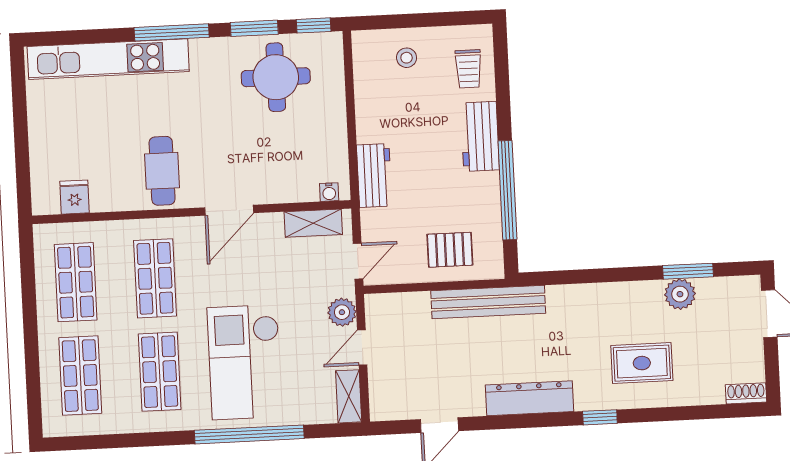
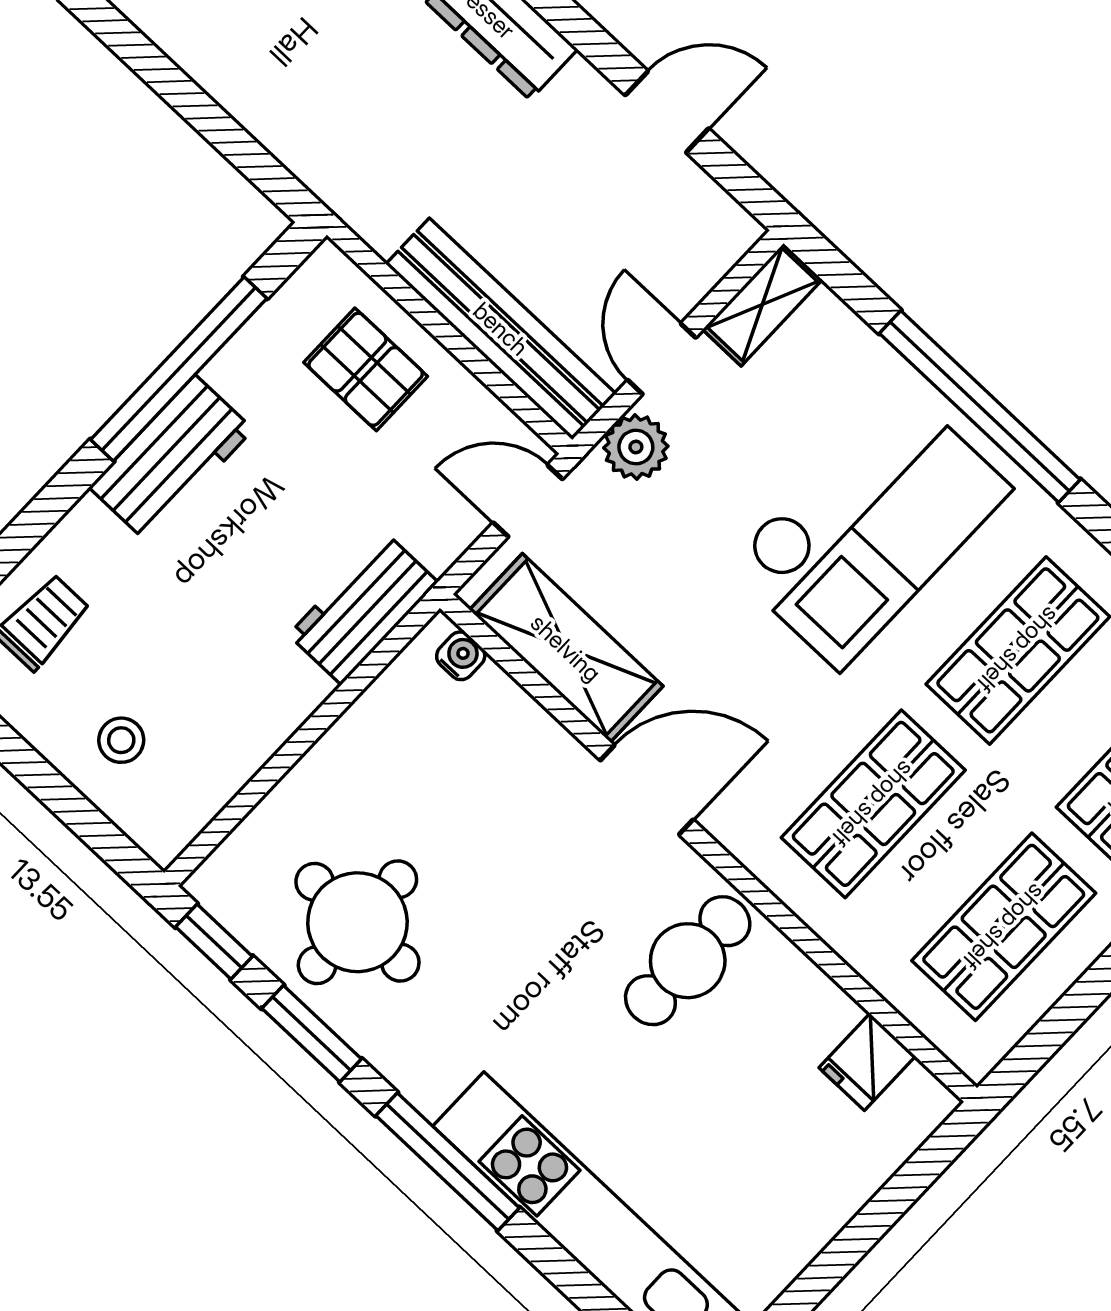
workbench: (480, 136) -> (171, 458), moved
shelving: (313, 223) -> (566, 648), width x1.50, depth x1.33
bench: (488, 302) -> (501, 329), moved
door: (362, 347) -> (662, 359), swing flipped

